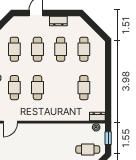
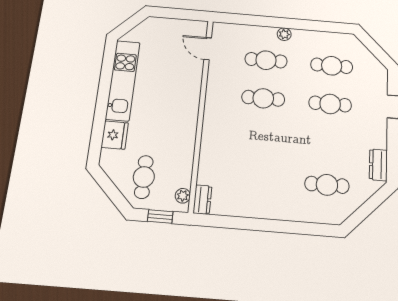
dresser: (58, 21) -> (378, 165), moved
cafe table: (61, 49) -> (329, 144), removed
cafe table: (84, 88) -> (257, 179), removed

